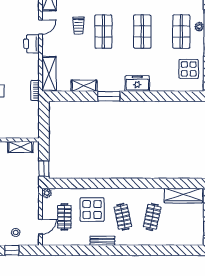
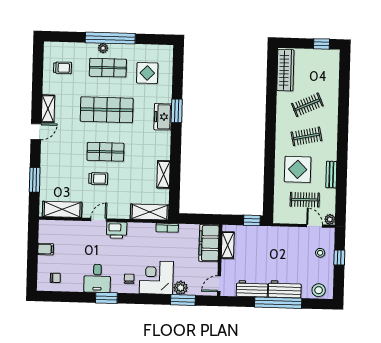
door: (40, 27) -> (99, 220), hinge flipped
shop shelf: (142, 32) -> (107, 110), width x1.43, depth x1.36
display table: (189, 69) -> (147, 73), moved
window: (109, 96) -> (177, 111), moved
filing cabinet: (22, 129) -> (209, 243), added
plant: (47, 193) -> (330, 219), moved
clothes rail: (152, 217) -> (307, 105), turned -36
bench: (102, 241) -> (331, 175), moved

